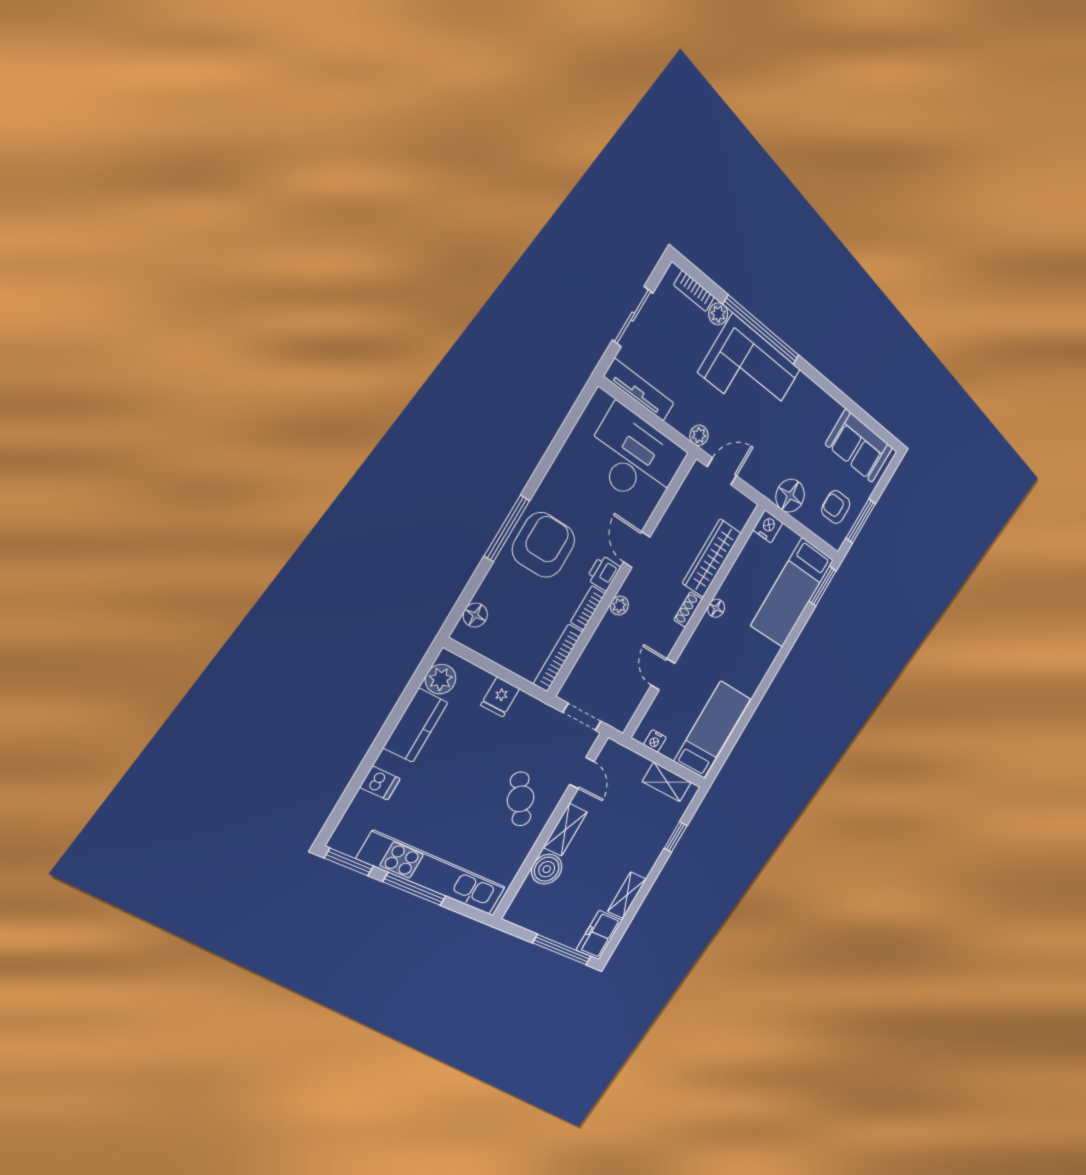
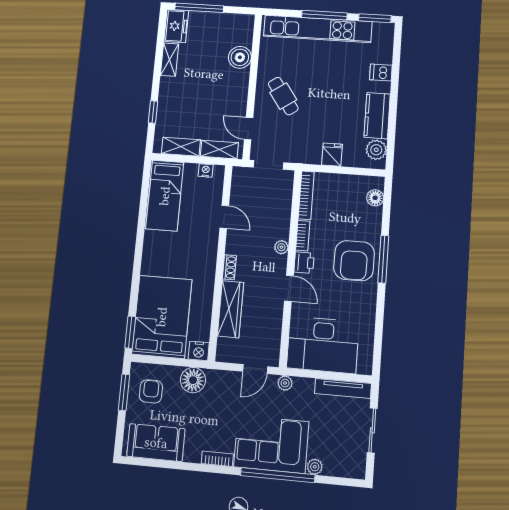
bookcase: (694, 291) -> (217, 459), moved
armchair: (836, 507) -> (151, 391), turned -90
bed: (792, 593) -> (162, 317), width x1.50
floor lamp: (716, 608) -> (208, 278), removed
shelving: (565, 830) -> (219, 150), moved, turned 90

